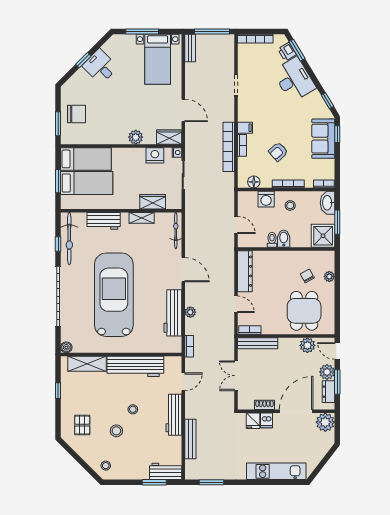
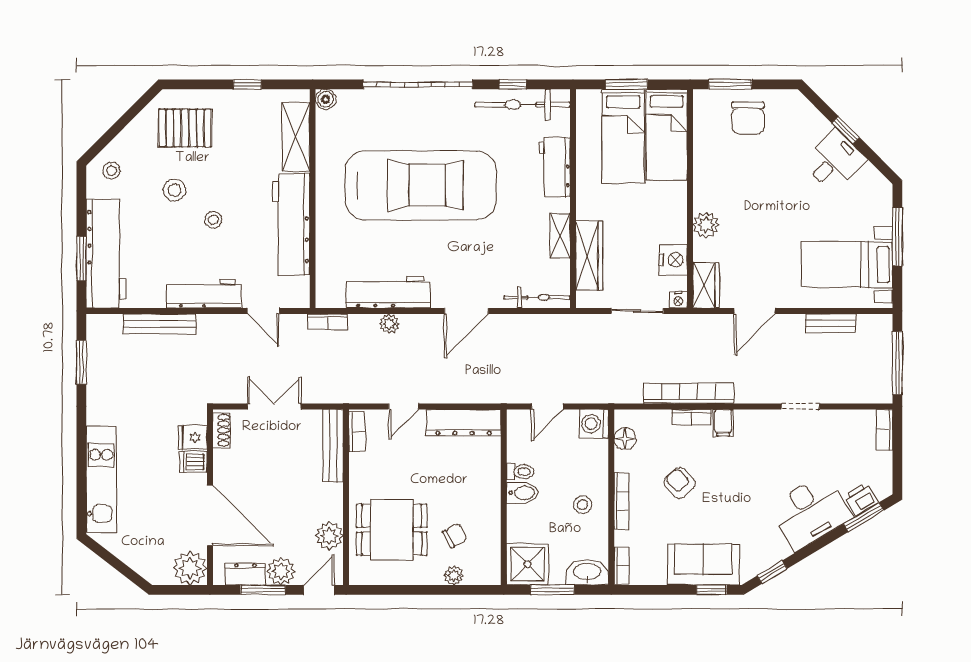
bookcase: (255, 39) -> (884, 430), width x0.64
bench: (190, 48) -> (830, 323), moved
washing machine: (266, 199) -> (594, 424), moved
wardrobe: (153, 202) -> (589, 256), width x1.50
shoe rack: (264, 405) -> (221, 430), moved
pallet: (82, 425) -> (185, 128), width x1.50, depth x1.42
workbench: (166, 471) -> (106, 254), width x1.88, depth x1.32

